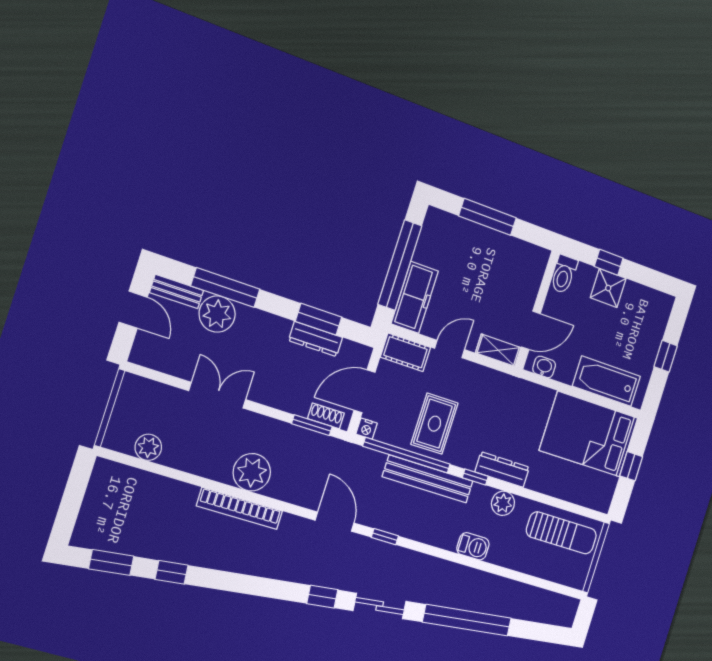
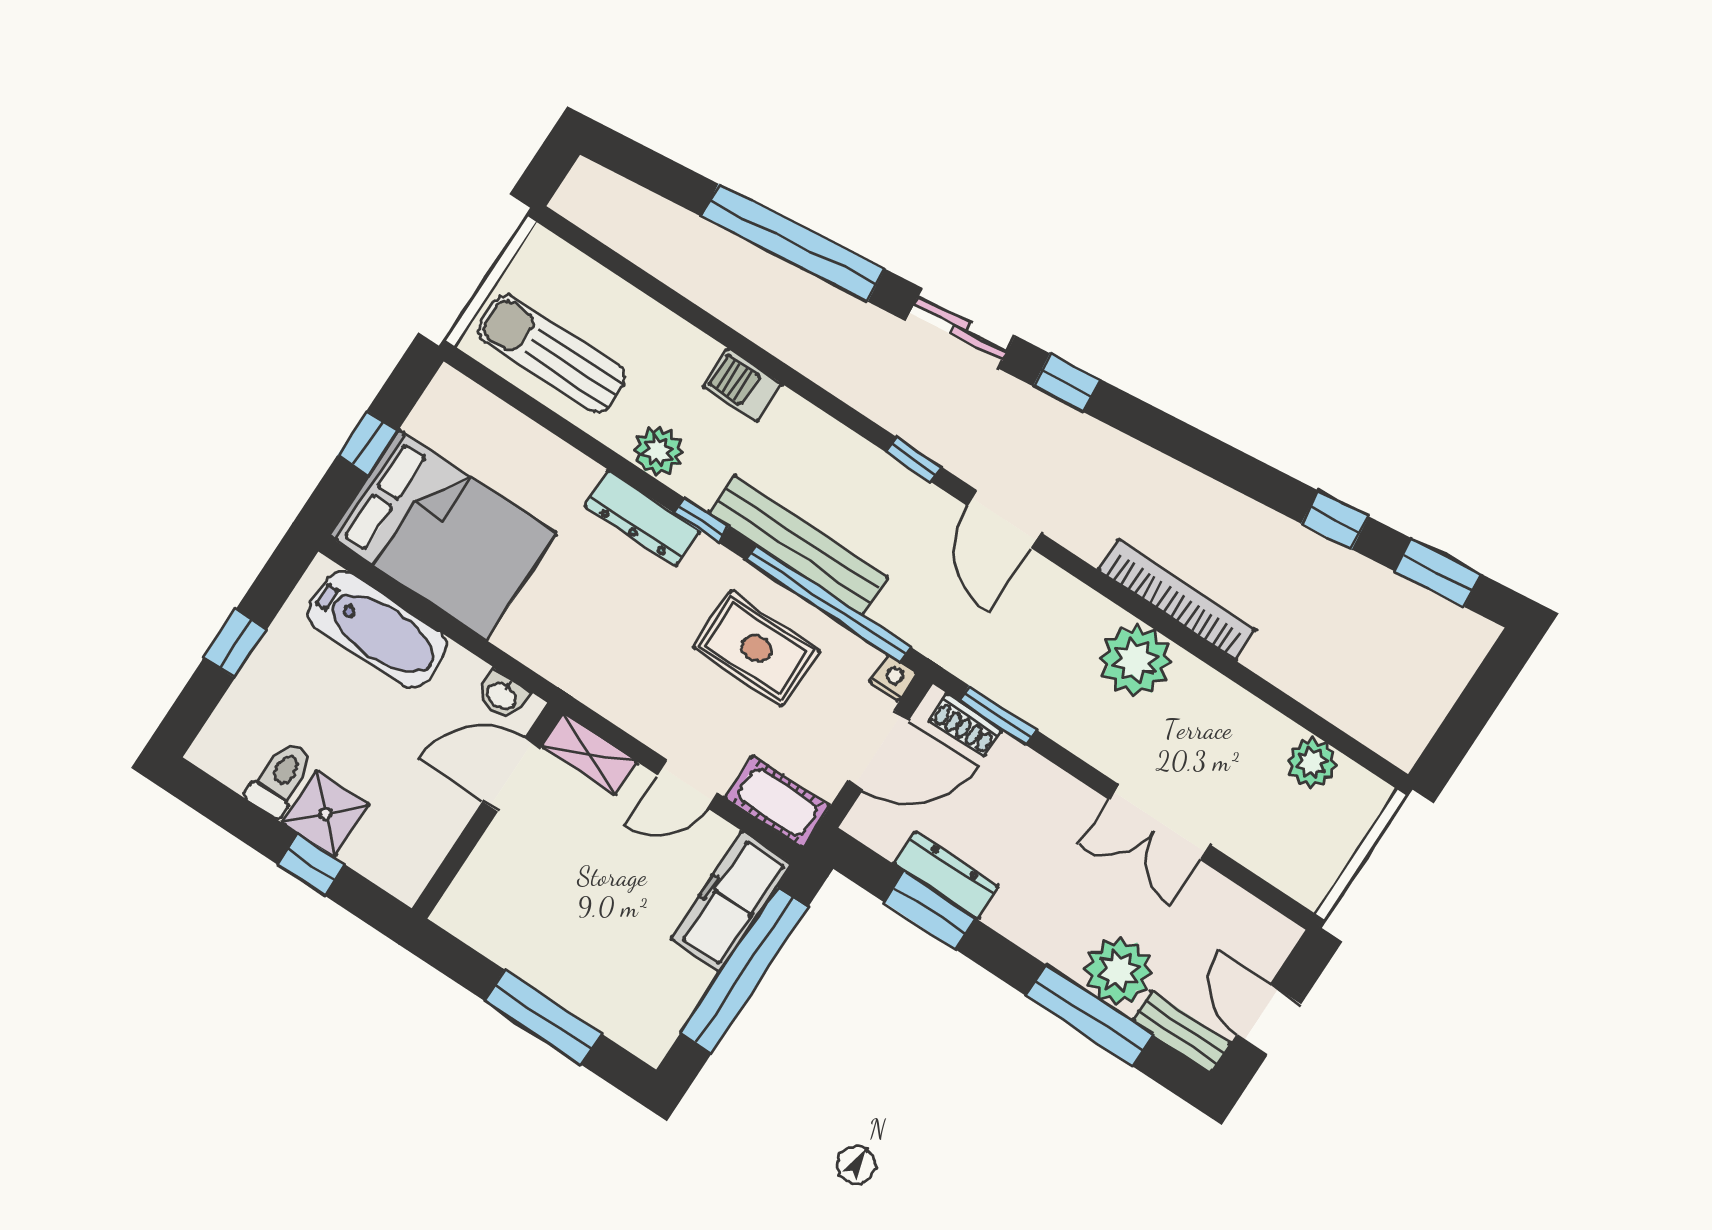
toilet: (564, 274) -> (280, 778), moved
rug: (434, 424) -> (756, 648), turned 90

